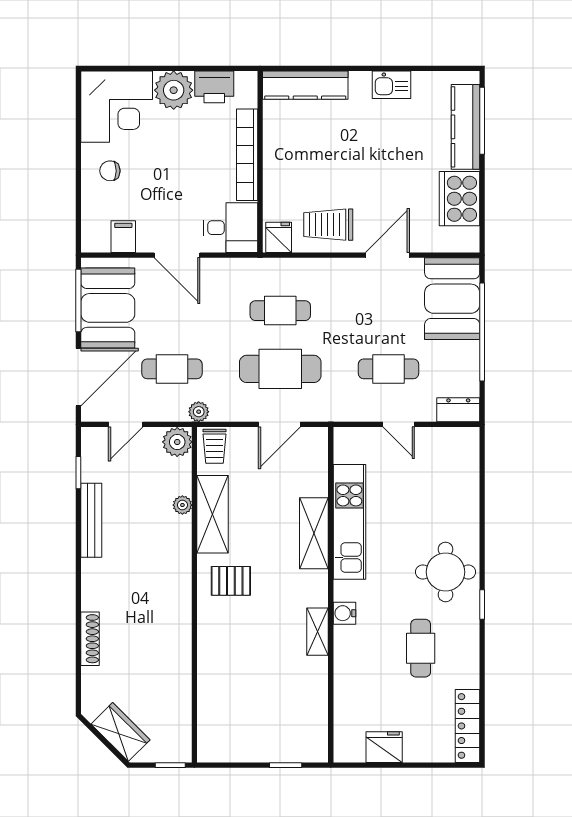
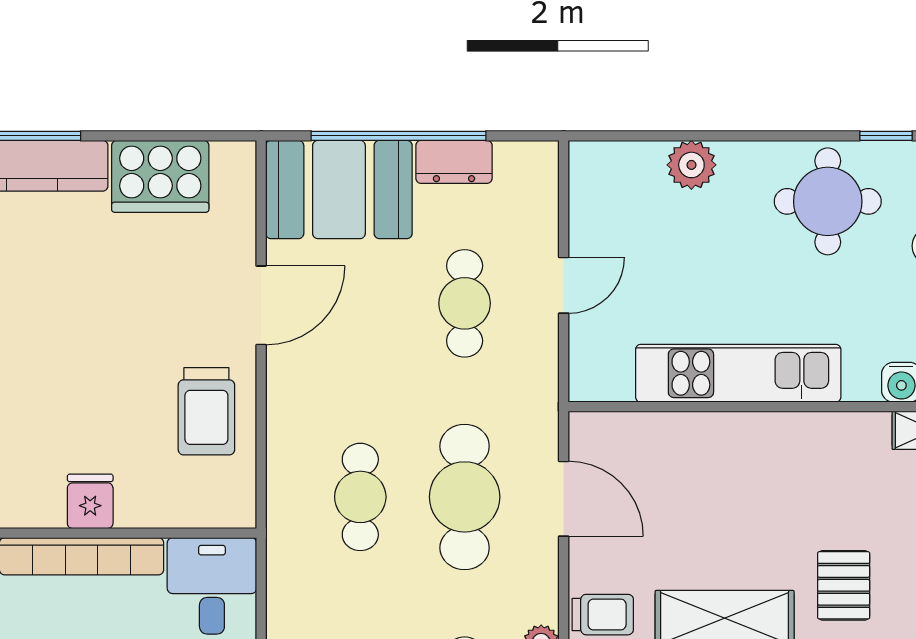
fridge: (279, 237) -> (90, 501), moved, turned 90
door: (387, 255) -> (261, 305), swing flipped
dresser: (458, 410) -> (454, 162), moved, turned -90
plant: (466, 496) -> (691, 165), added
shelving: (314, 533) -> (759, 437), removed

